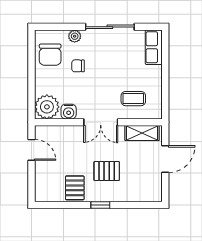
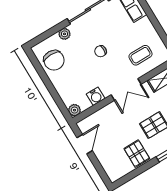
chair: (78, 66) -> (101, 51), moved
plant: (47, 107) -> (74, 110), width x0.53, depth x0.53
door: (32, 150) -> (85, 144), hinge flipped

